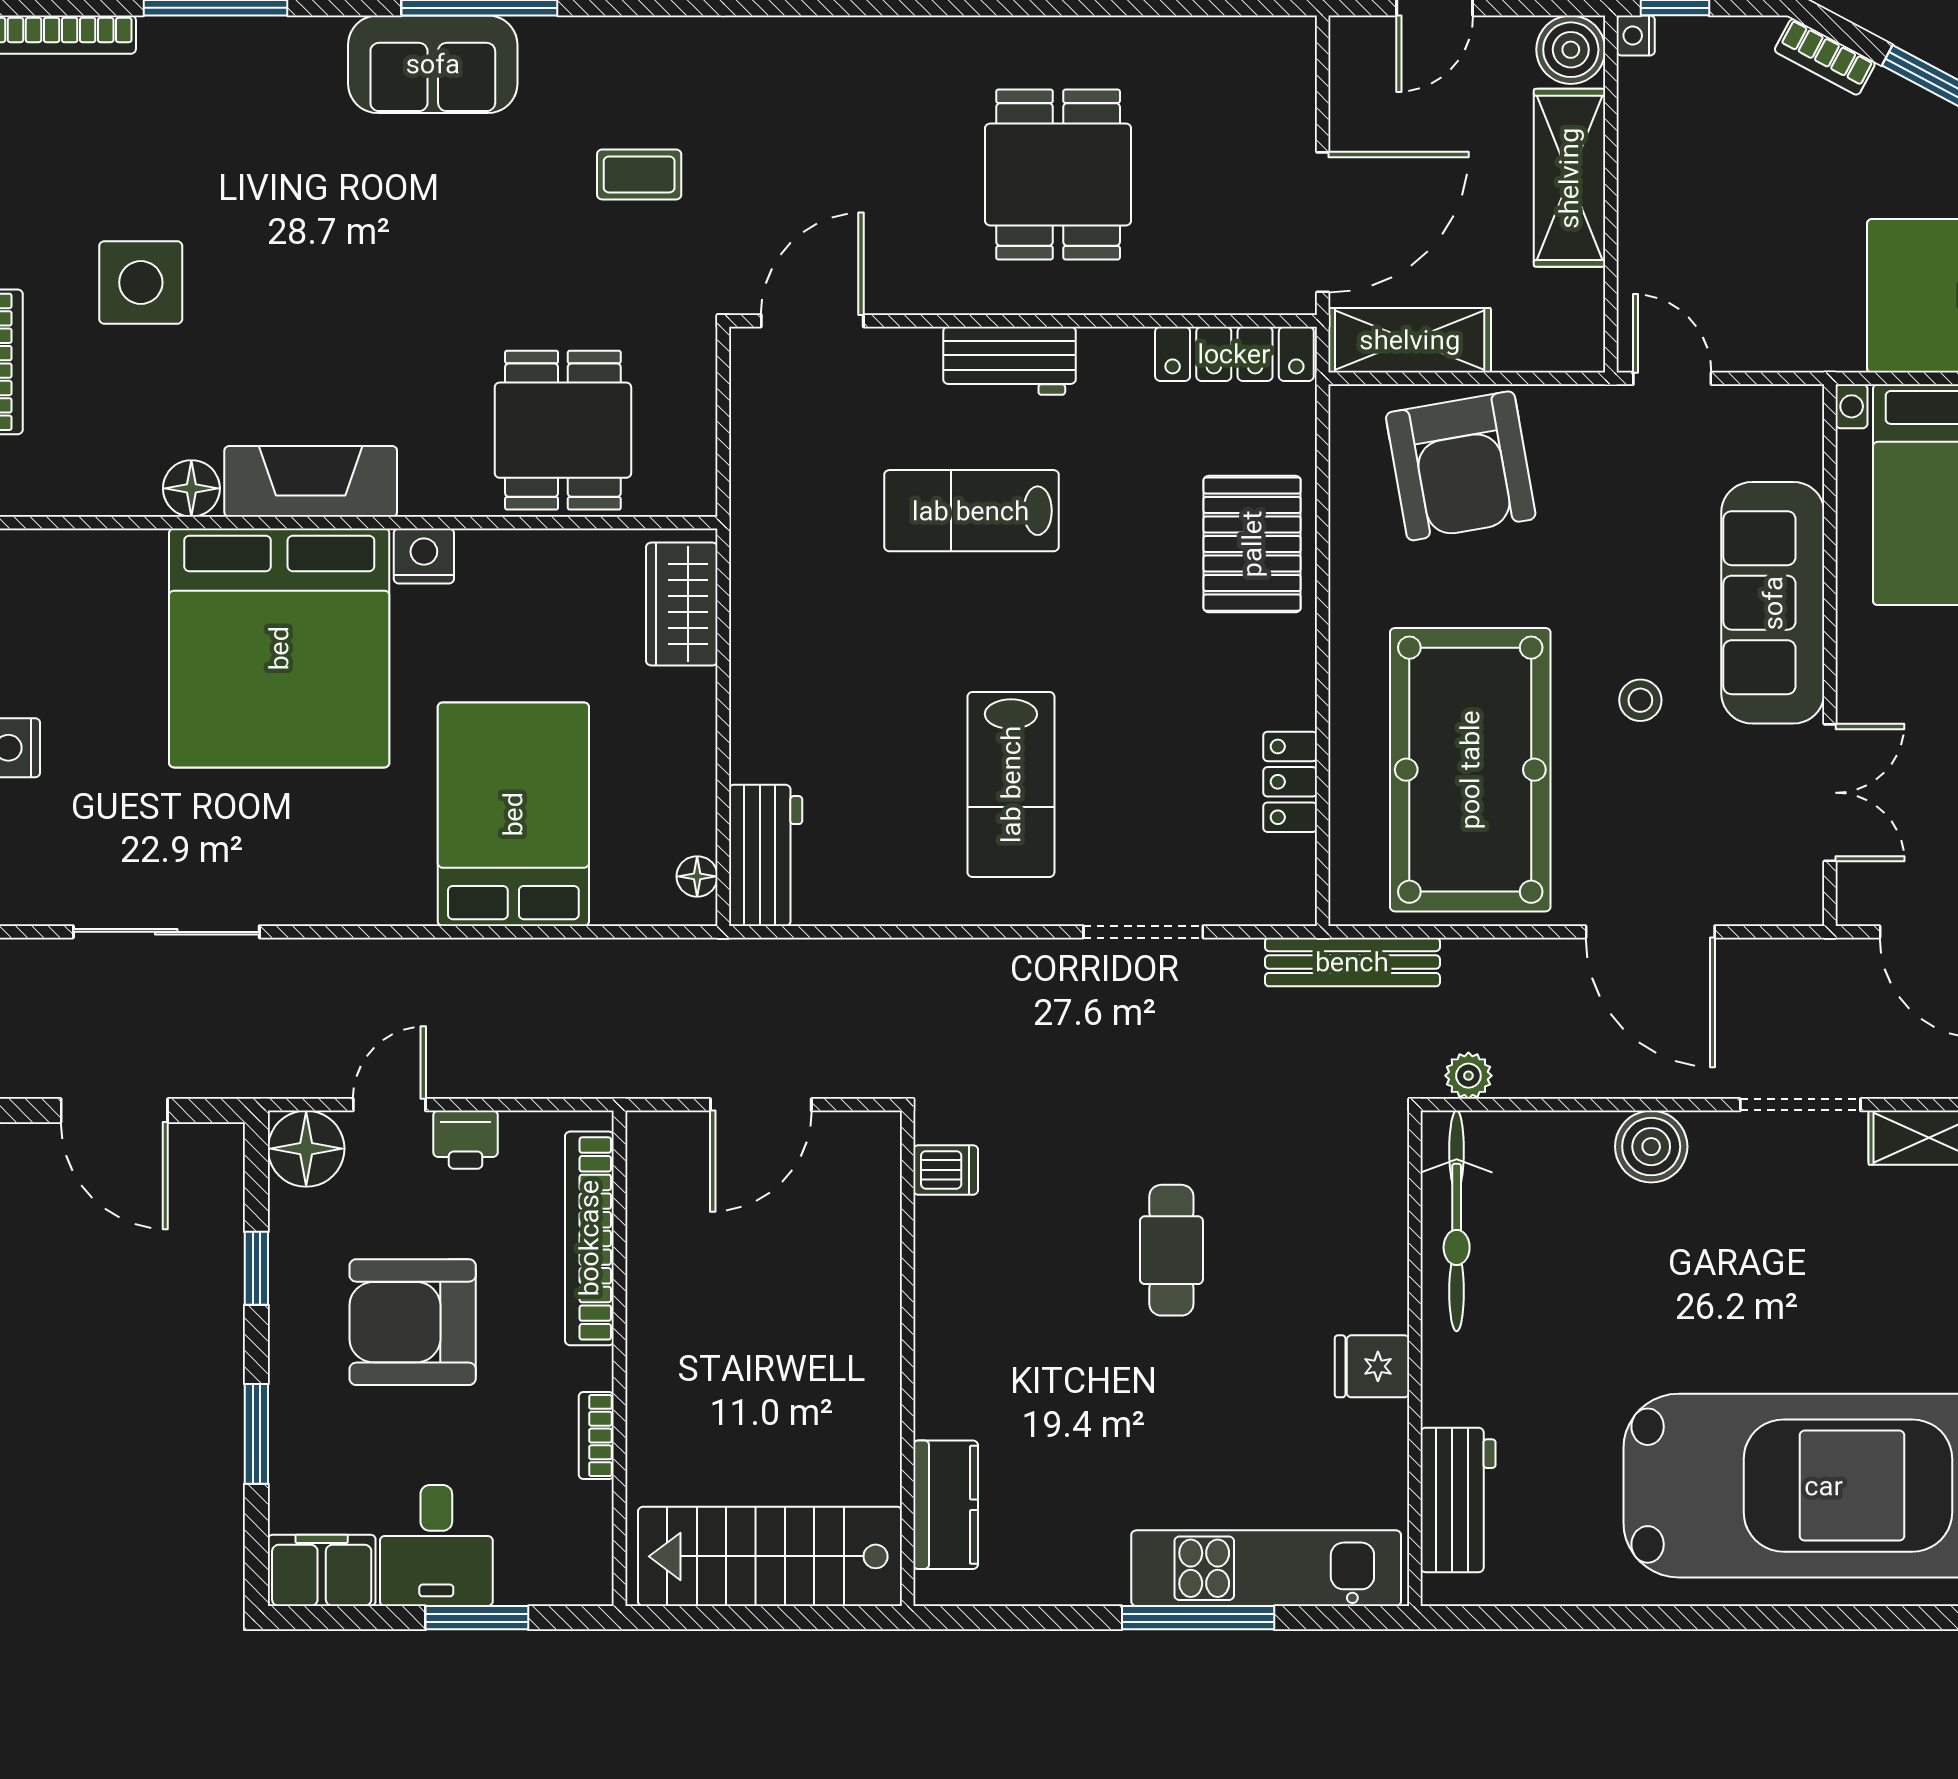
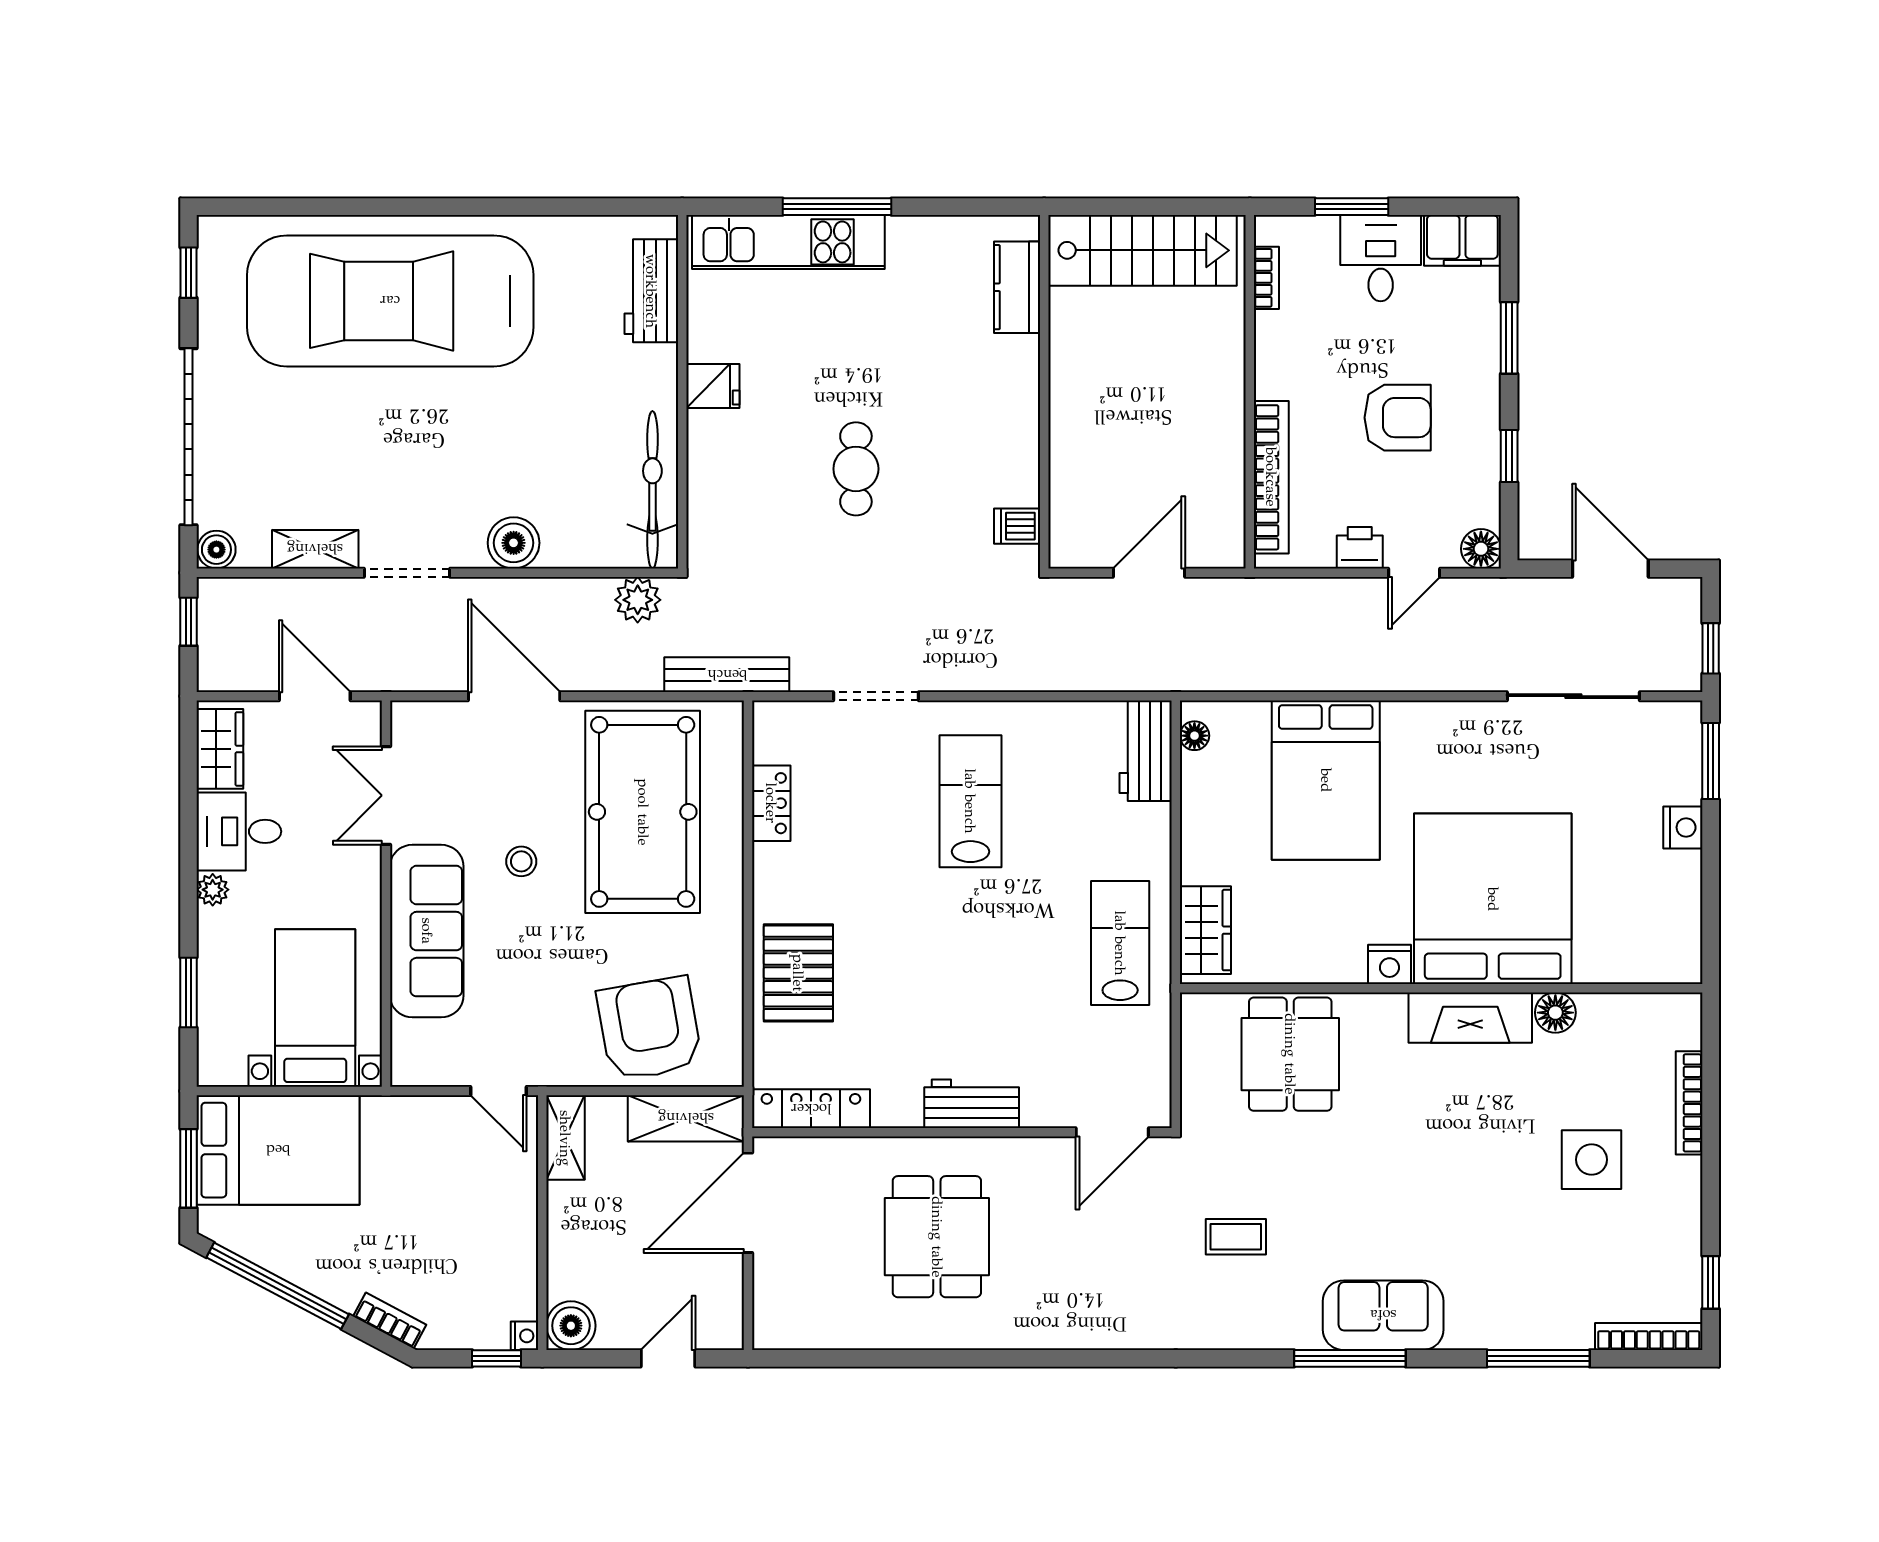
shelving: (1569, 178) -> (565, 1138), moved, width x0.67, depth x0.75
lab bench: (971, 511) -> (1120, 943), moved, turned -90
plant: (1468, 1076) -> (638, 600), width x1.38, depth x1.38
floor lamp: (306, 1149) -> (1481, 549), width x0.73, depth x0.73
armchair: (413, 1322) -> (1398, 418), width x0.73, depth x0.73
bookcase: (596, 1436) -> (1266, 278), moved

